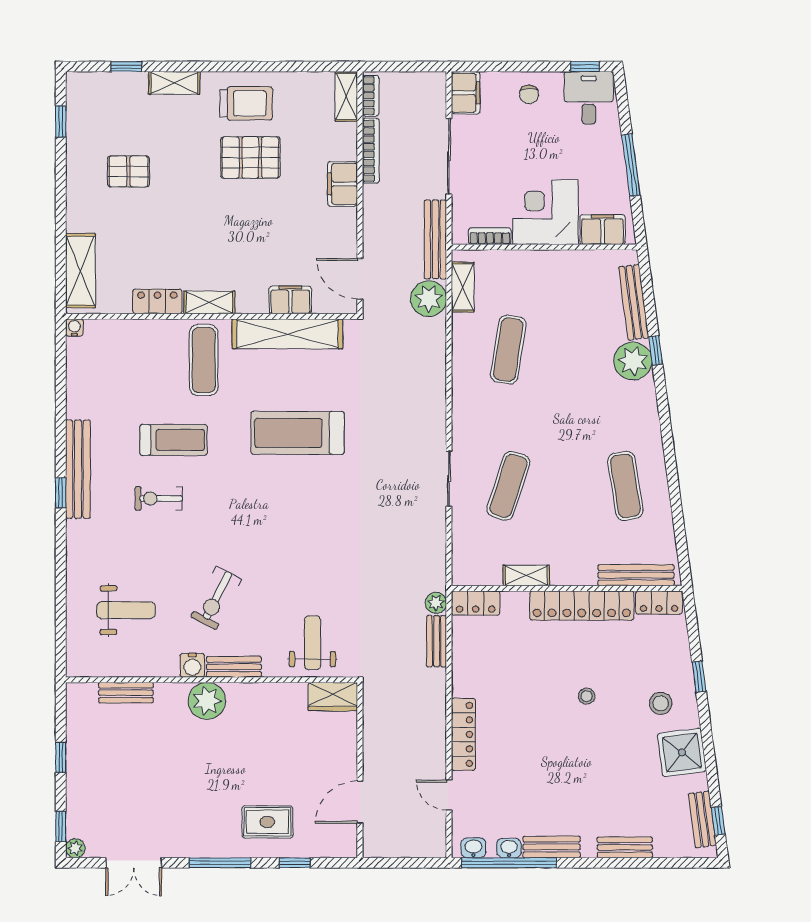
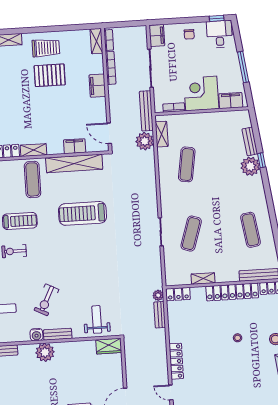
bench: (634, 302) -> (250, 141), width x0.73

